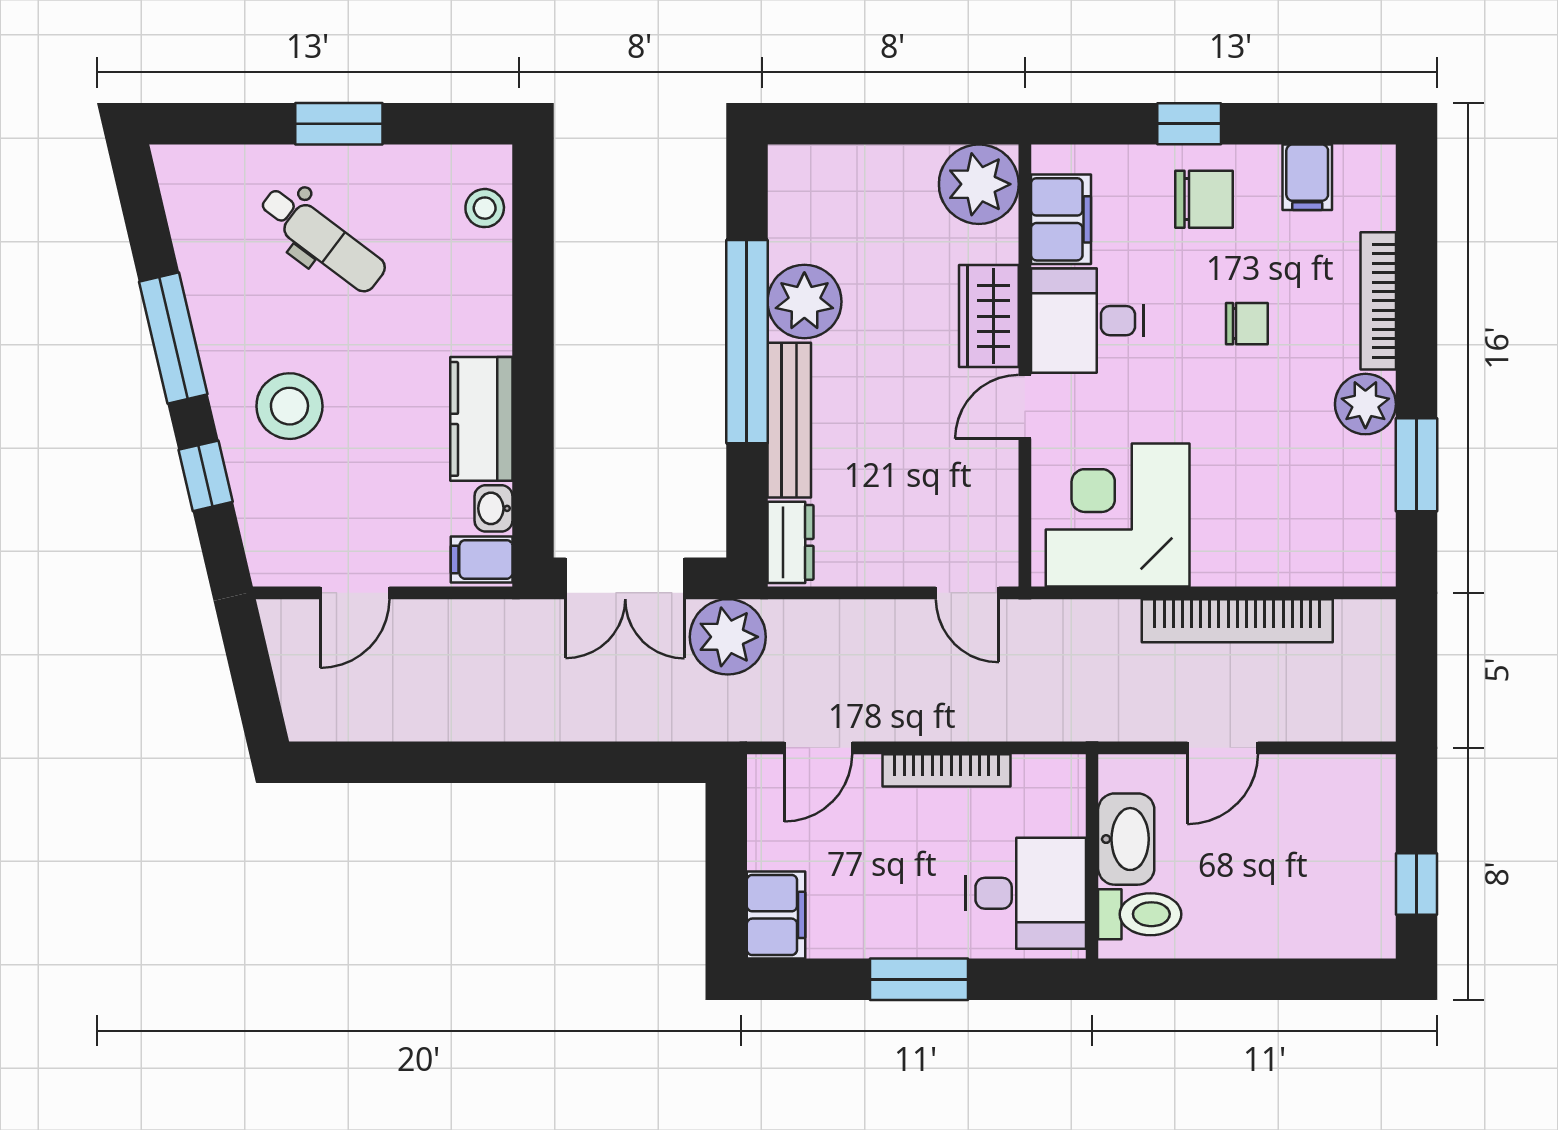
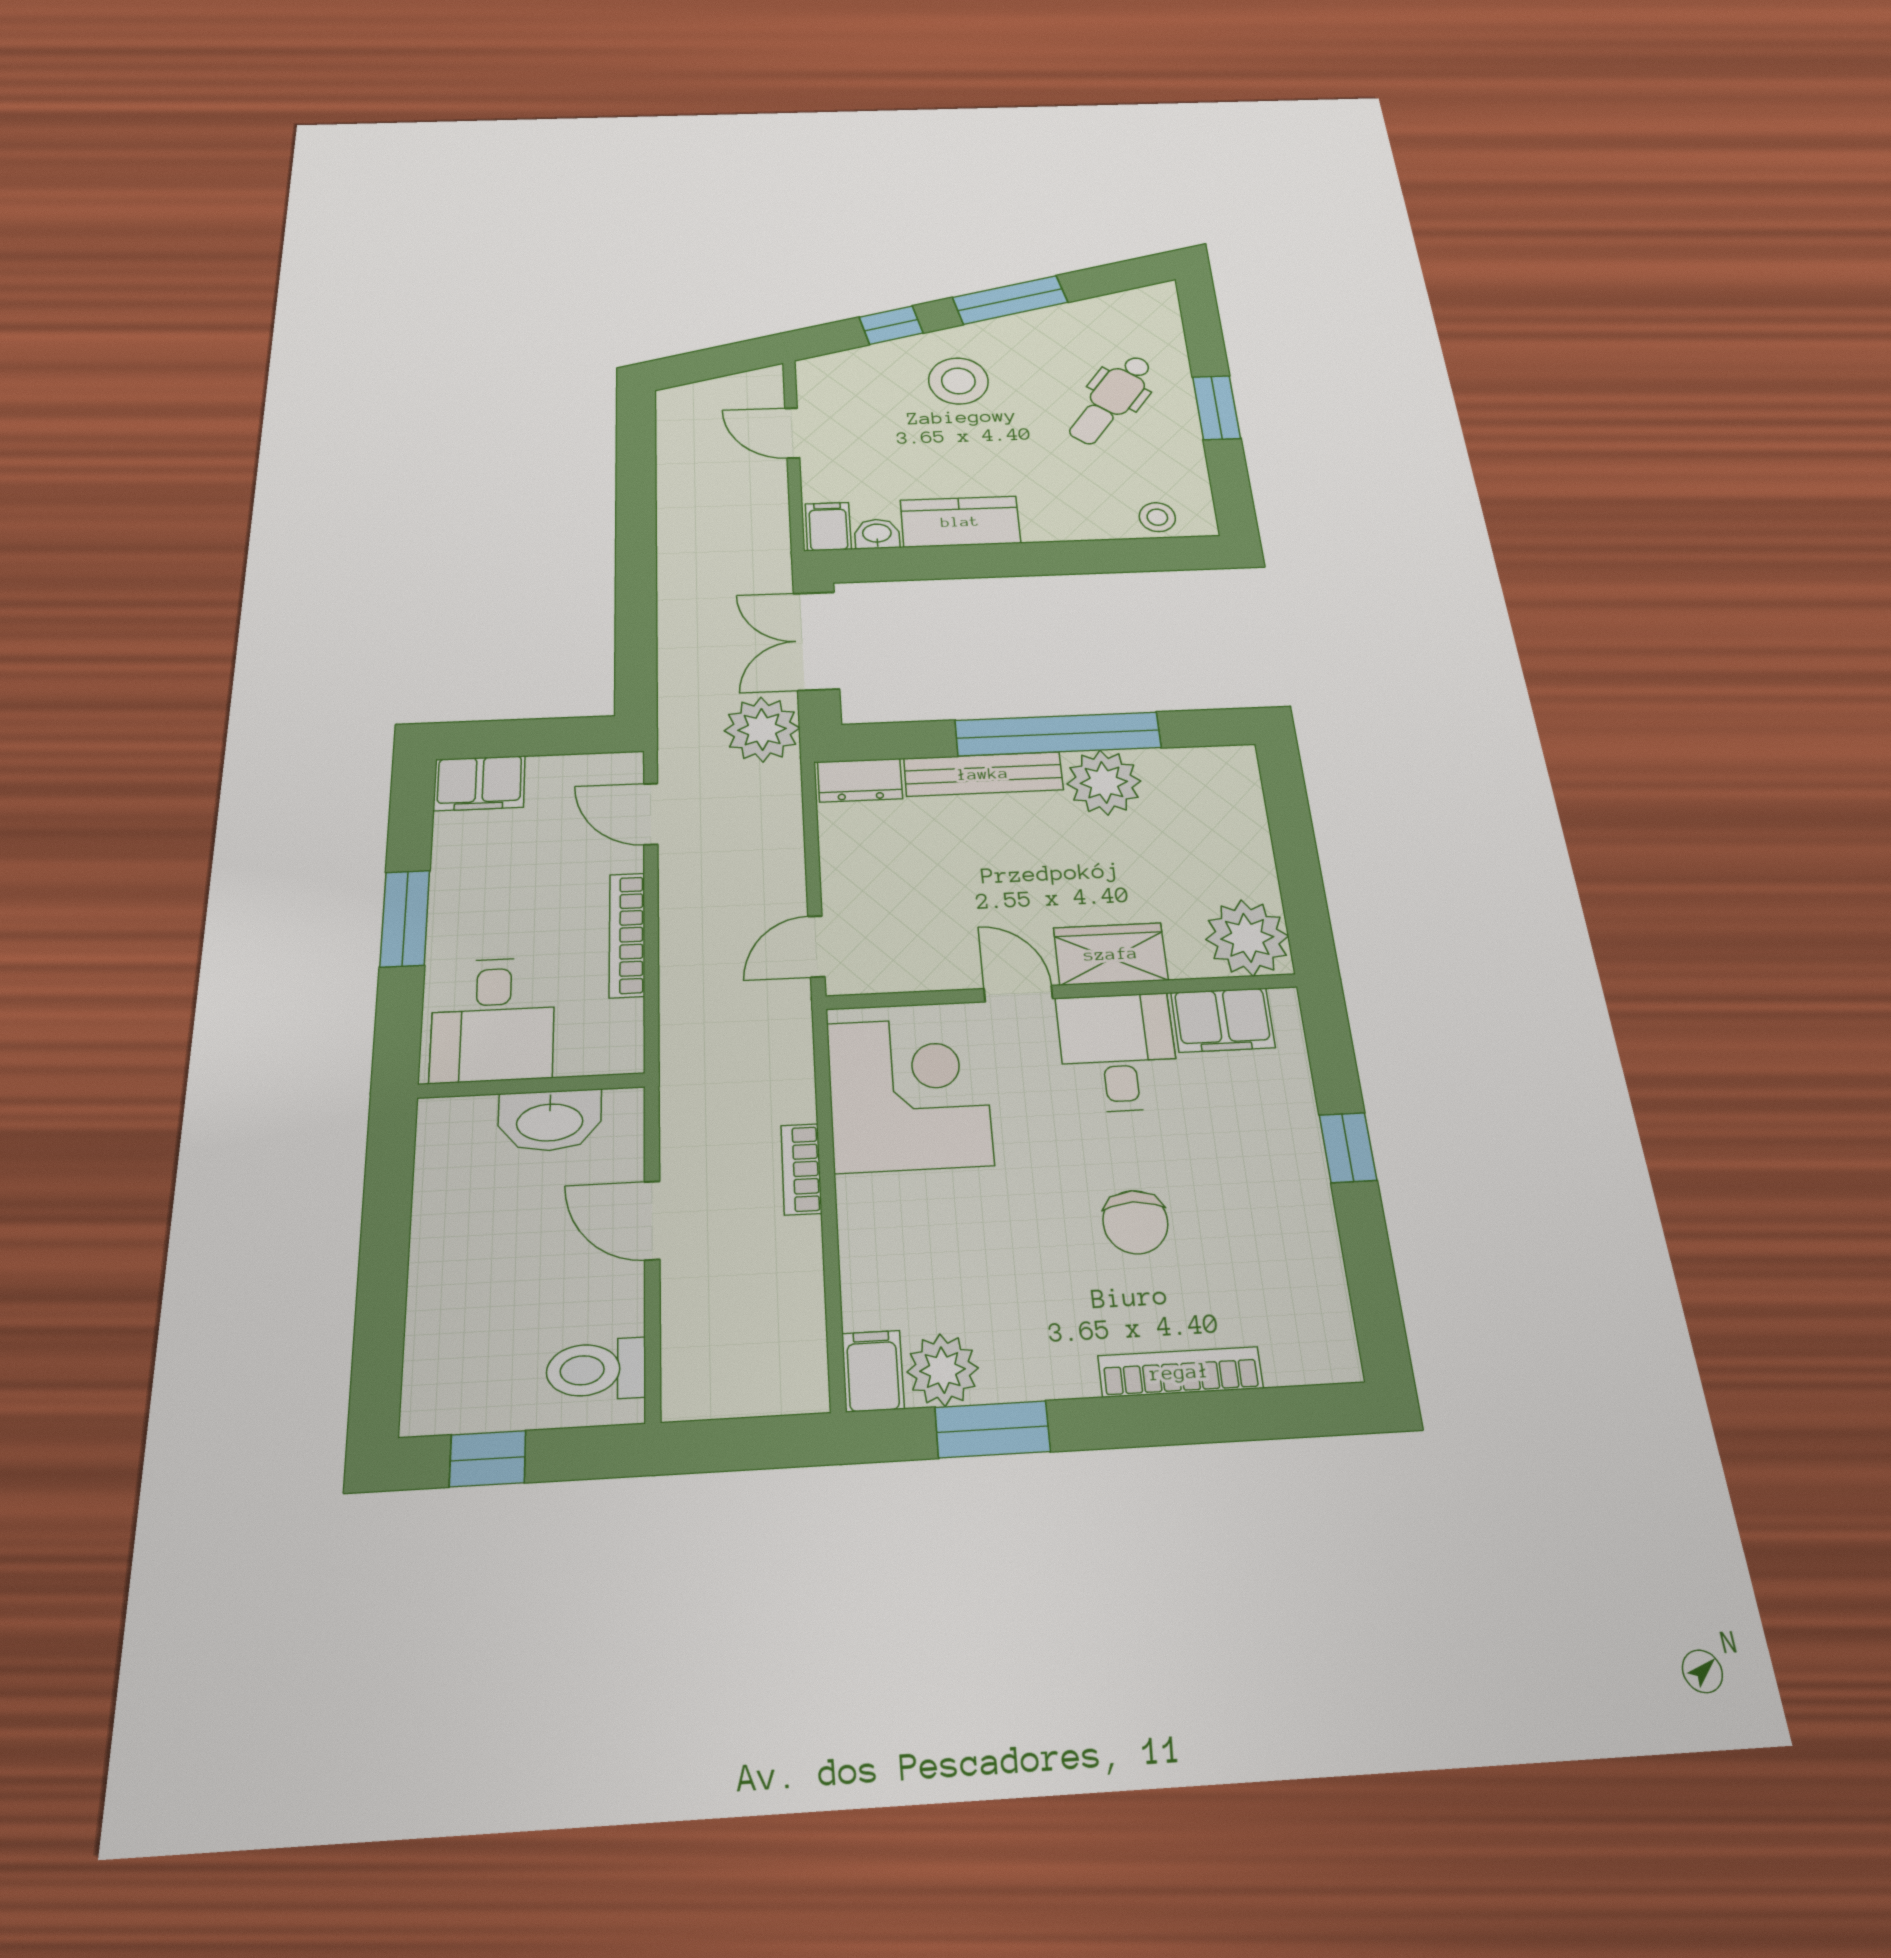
filing cabinet: (1307, 177) -> (873, 1371), moved, turned 90
chair: (1204, 199) -> (1267, 1168), removed
chair: (1247, 324) -> (1135, 1222), width x1.37, depth x1.37
plant: (1365, 404) -> (943, 1370), moved
bookcase: (1237, 621) -> (801, 1169), width x0.43, depth x0.76
toilet: (1140, 914) -> (596, 1370), moved, turned 90

